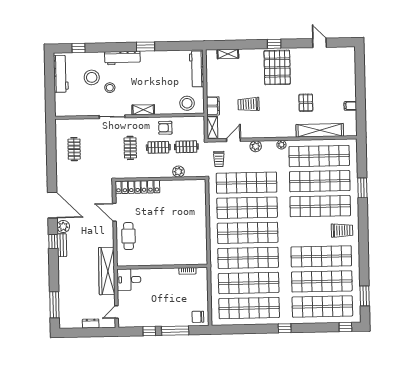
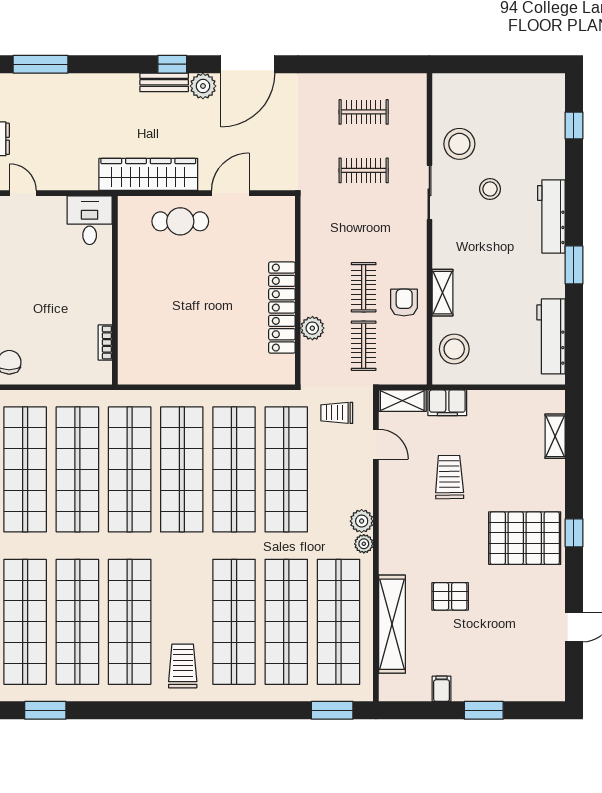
workbench: (197, 69) -> (551, 336), moved, turned -90
workbench: (61, 74) -> (521, 88), removed
stool: (92, 77) -> (459, 144), moved
window: (360, 85) -> (484, 710), added
shelving: (143, 110) -> (443, 293), moved
plant: (256, 146) -> (362, 521), moved
clothes rail: (130, 148) -> (364, 170), moved
locker: (138, 187) -> (282, 308), moved
window: (362, 188) -> (332, 710), moved
trolley: (342, 230) -> (183, 666), turned 180
wardrobe: (107, 271) -> (148, 174), moved

